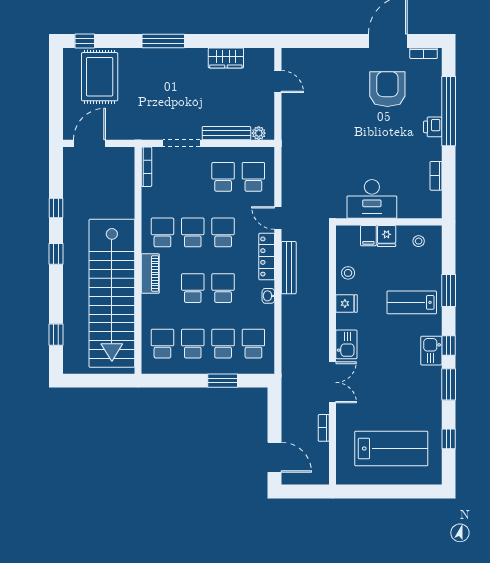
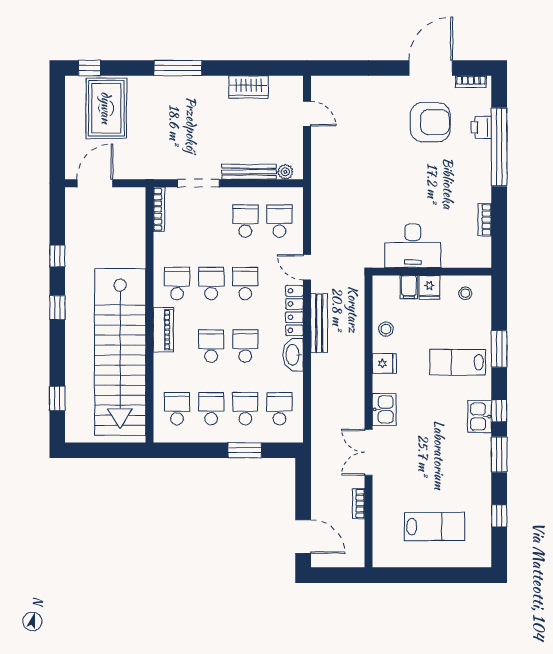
armchair: (387, 89) -> (430, 122), turned 90
printer: (433, 127) -> (481, 127), moved
washbasin: (268, 296) -> (293, 355), width x1.91, depth x1.45
double door: (333, 382) -> (368, 452), swing flipped
lab bench: (391, 448) -> (435, 527), width x0.73, depth x0.72

